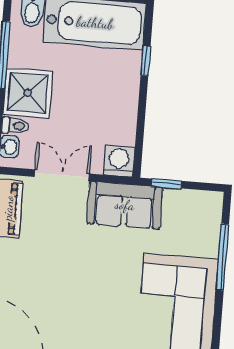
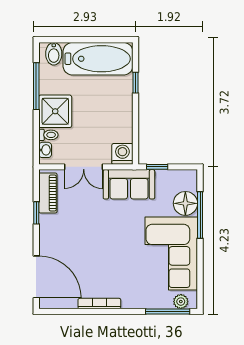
double door: (62, 175) -> (84, 167), swing flipped
floor lamp: (203, 239) -> (185, 203), added

